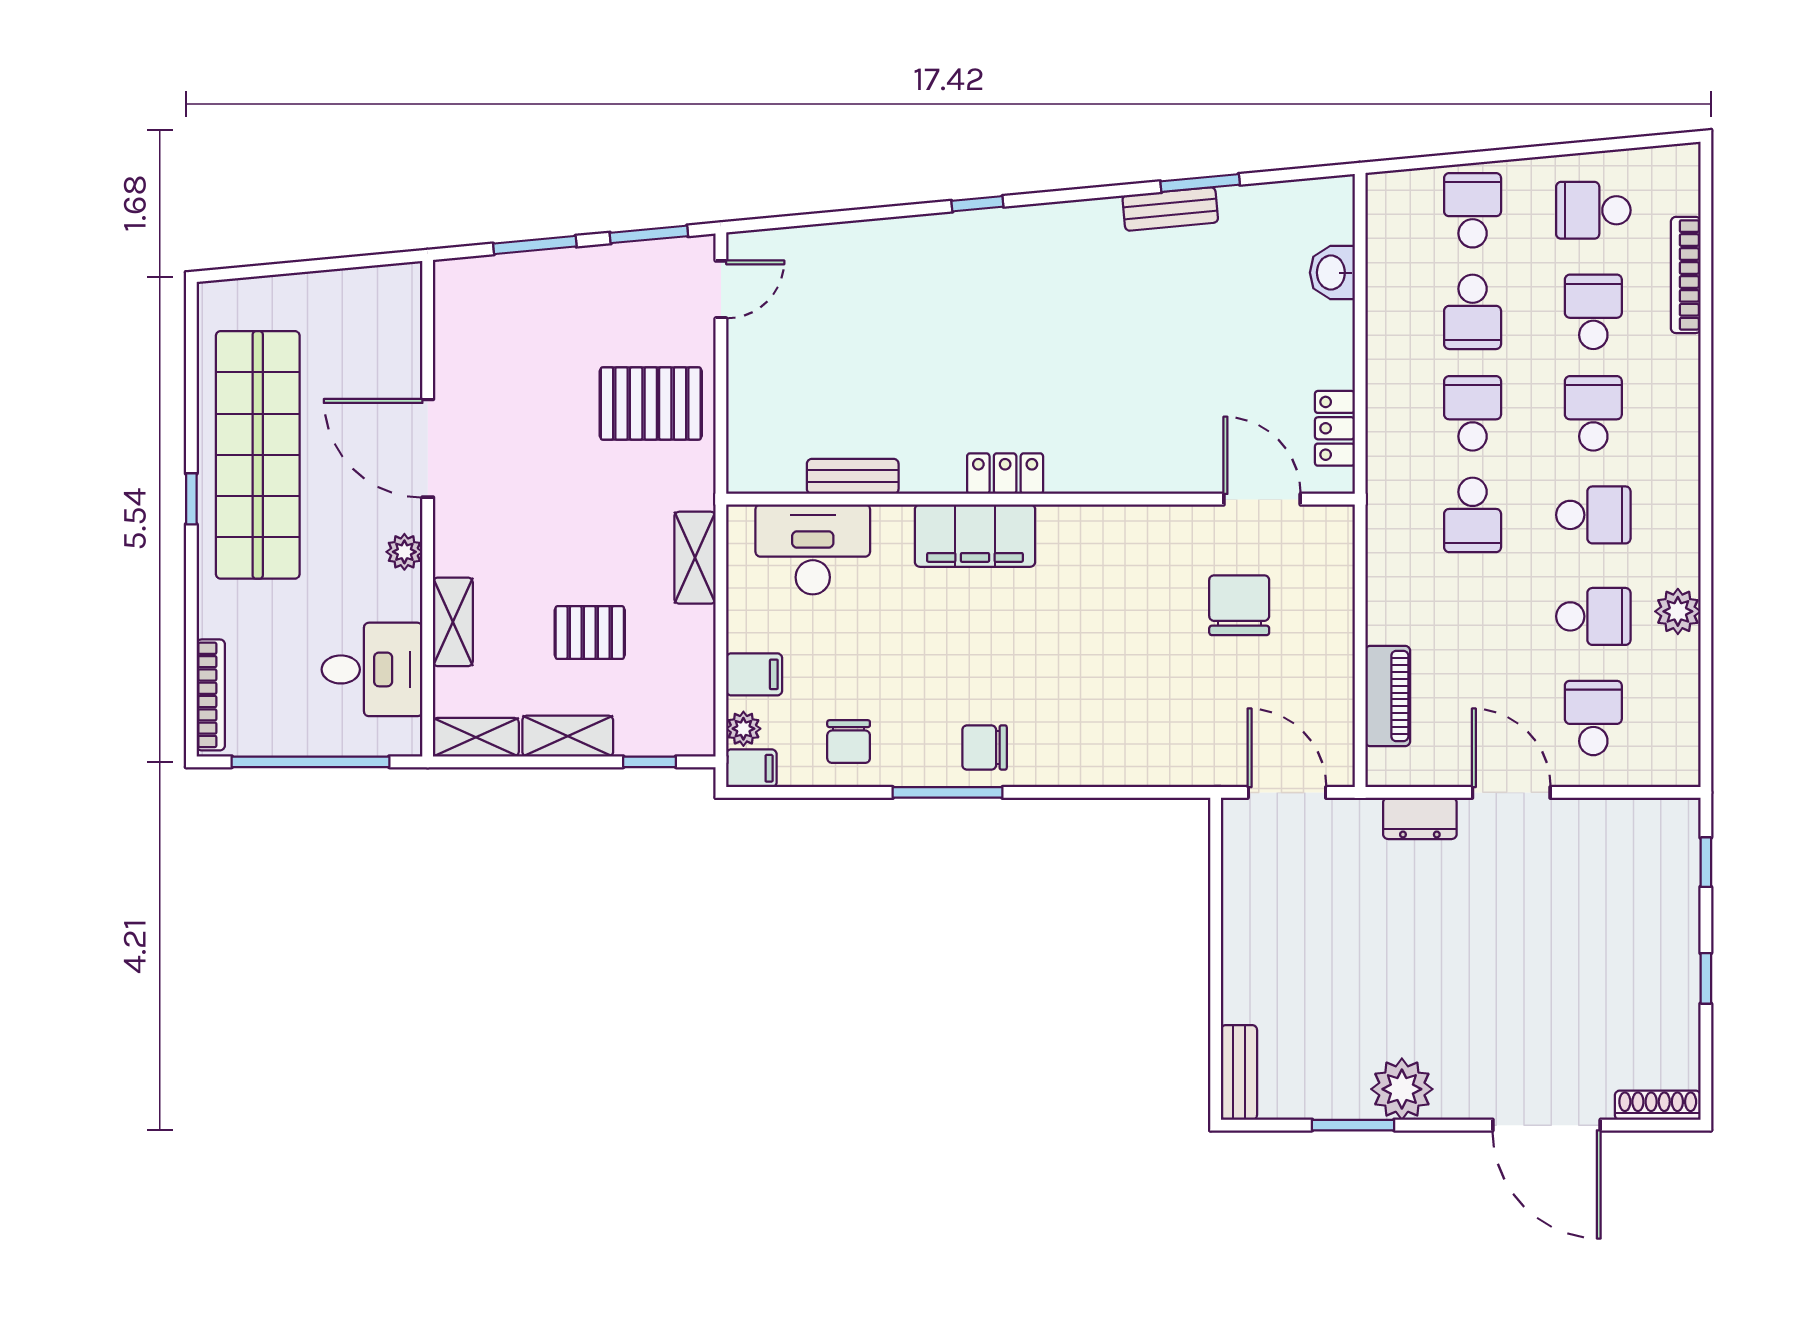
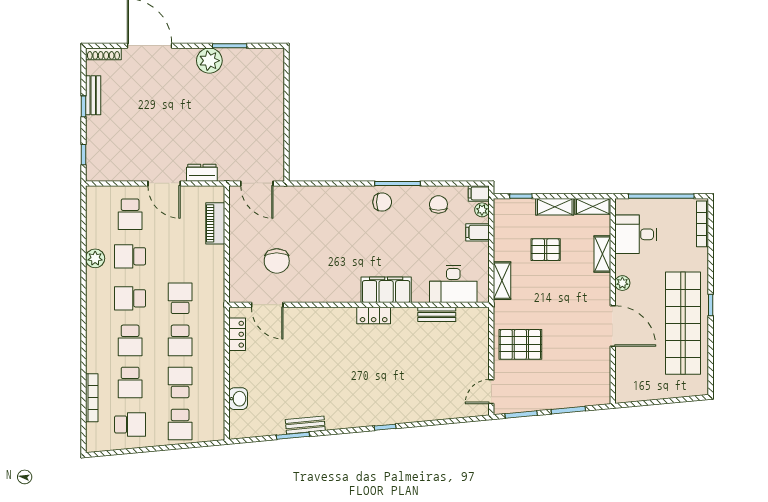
bench: (1239, 1072) -> (93, 95), moved

